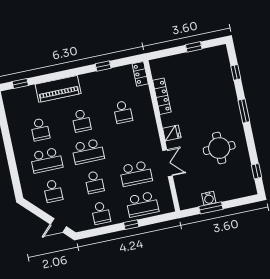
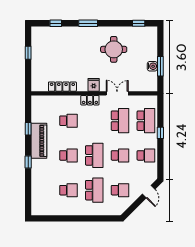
locker: (140, 74) -> (90, 100), moved
window: (20, 84) -> (28, 162), moved
piano: (58, 89) -> (39, 141), moved

